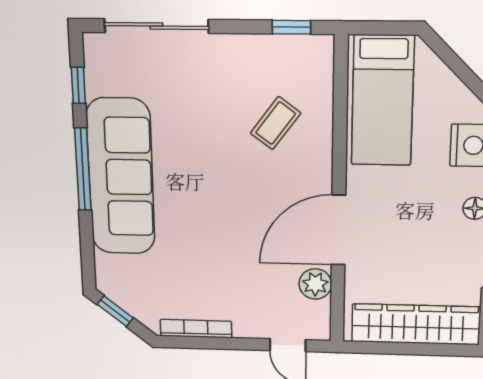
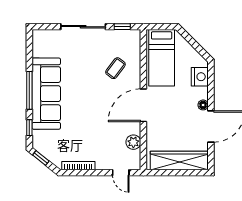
sliding door: (156, 26) -> (83, 27), moved
window: (78, 85) -> (29, 128), moved
door: (338, 230) -> (143, 105), moved

